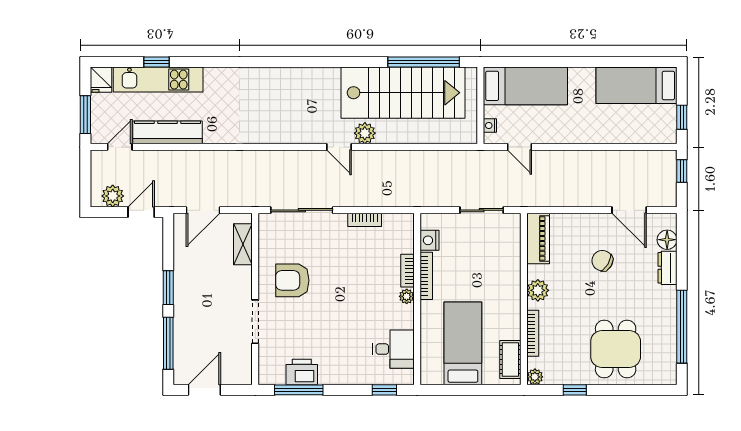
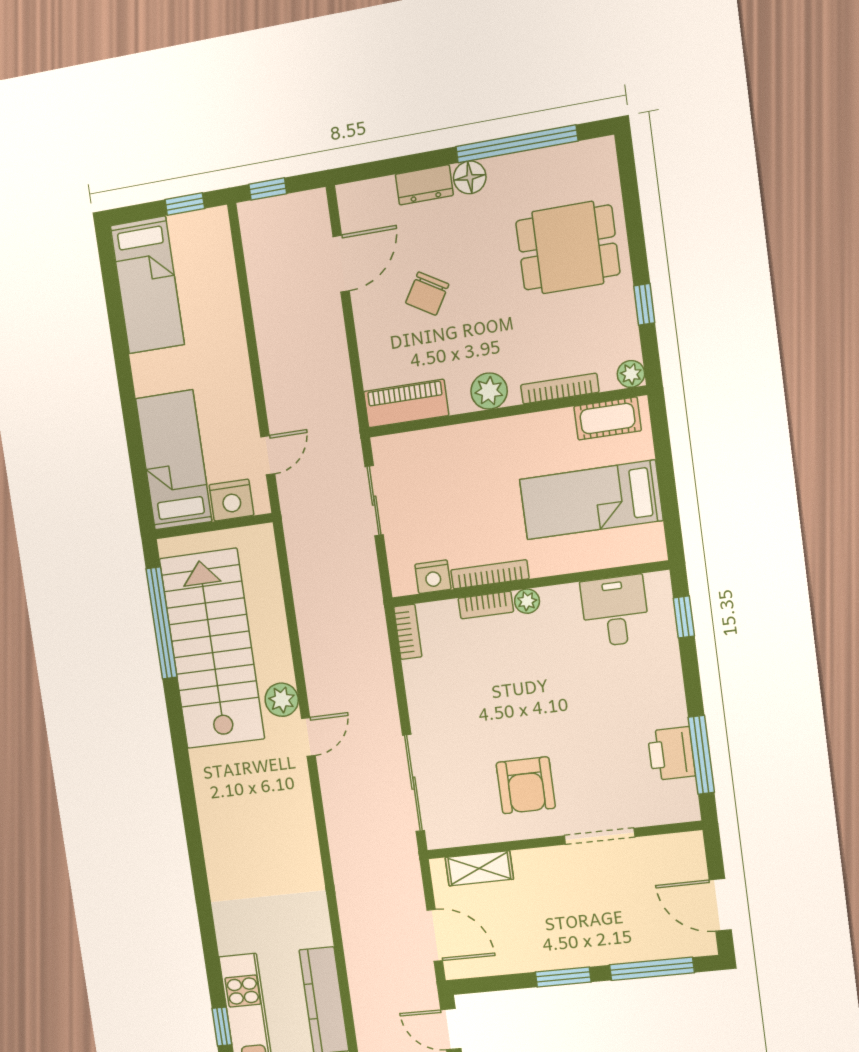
nightstand: (490, 126) -> (231, 500), width x1.89, depth x1.79
bookcase: (365, 220) -> (408, 632), moved
floor lamp: (667, 240) -> (470, 177), moved

